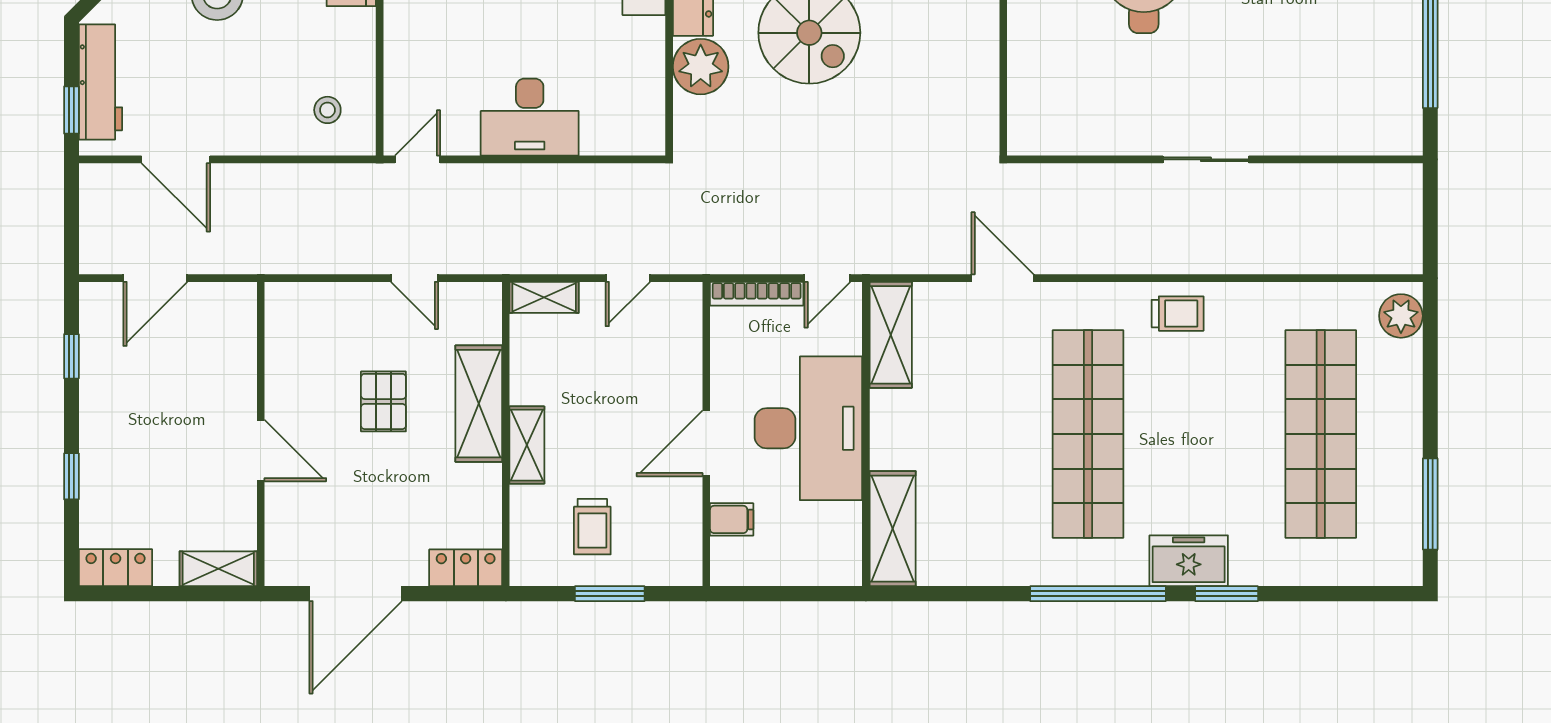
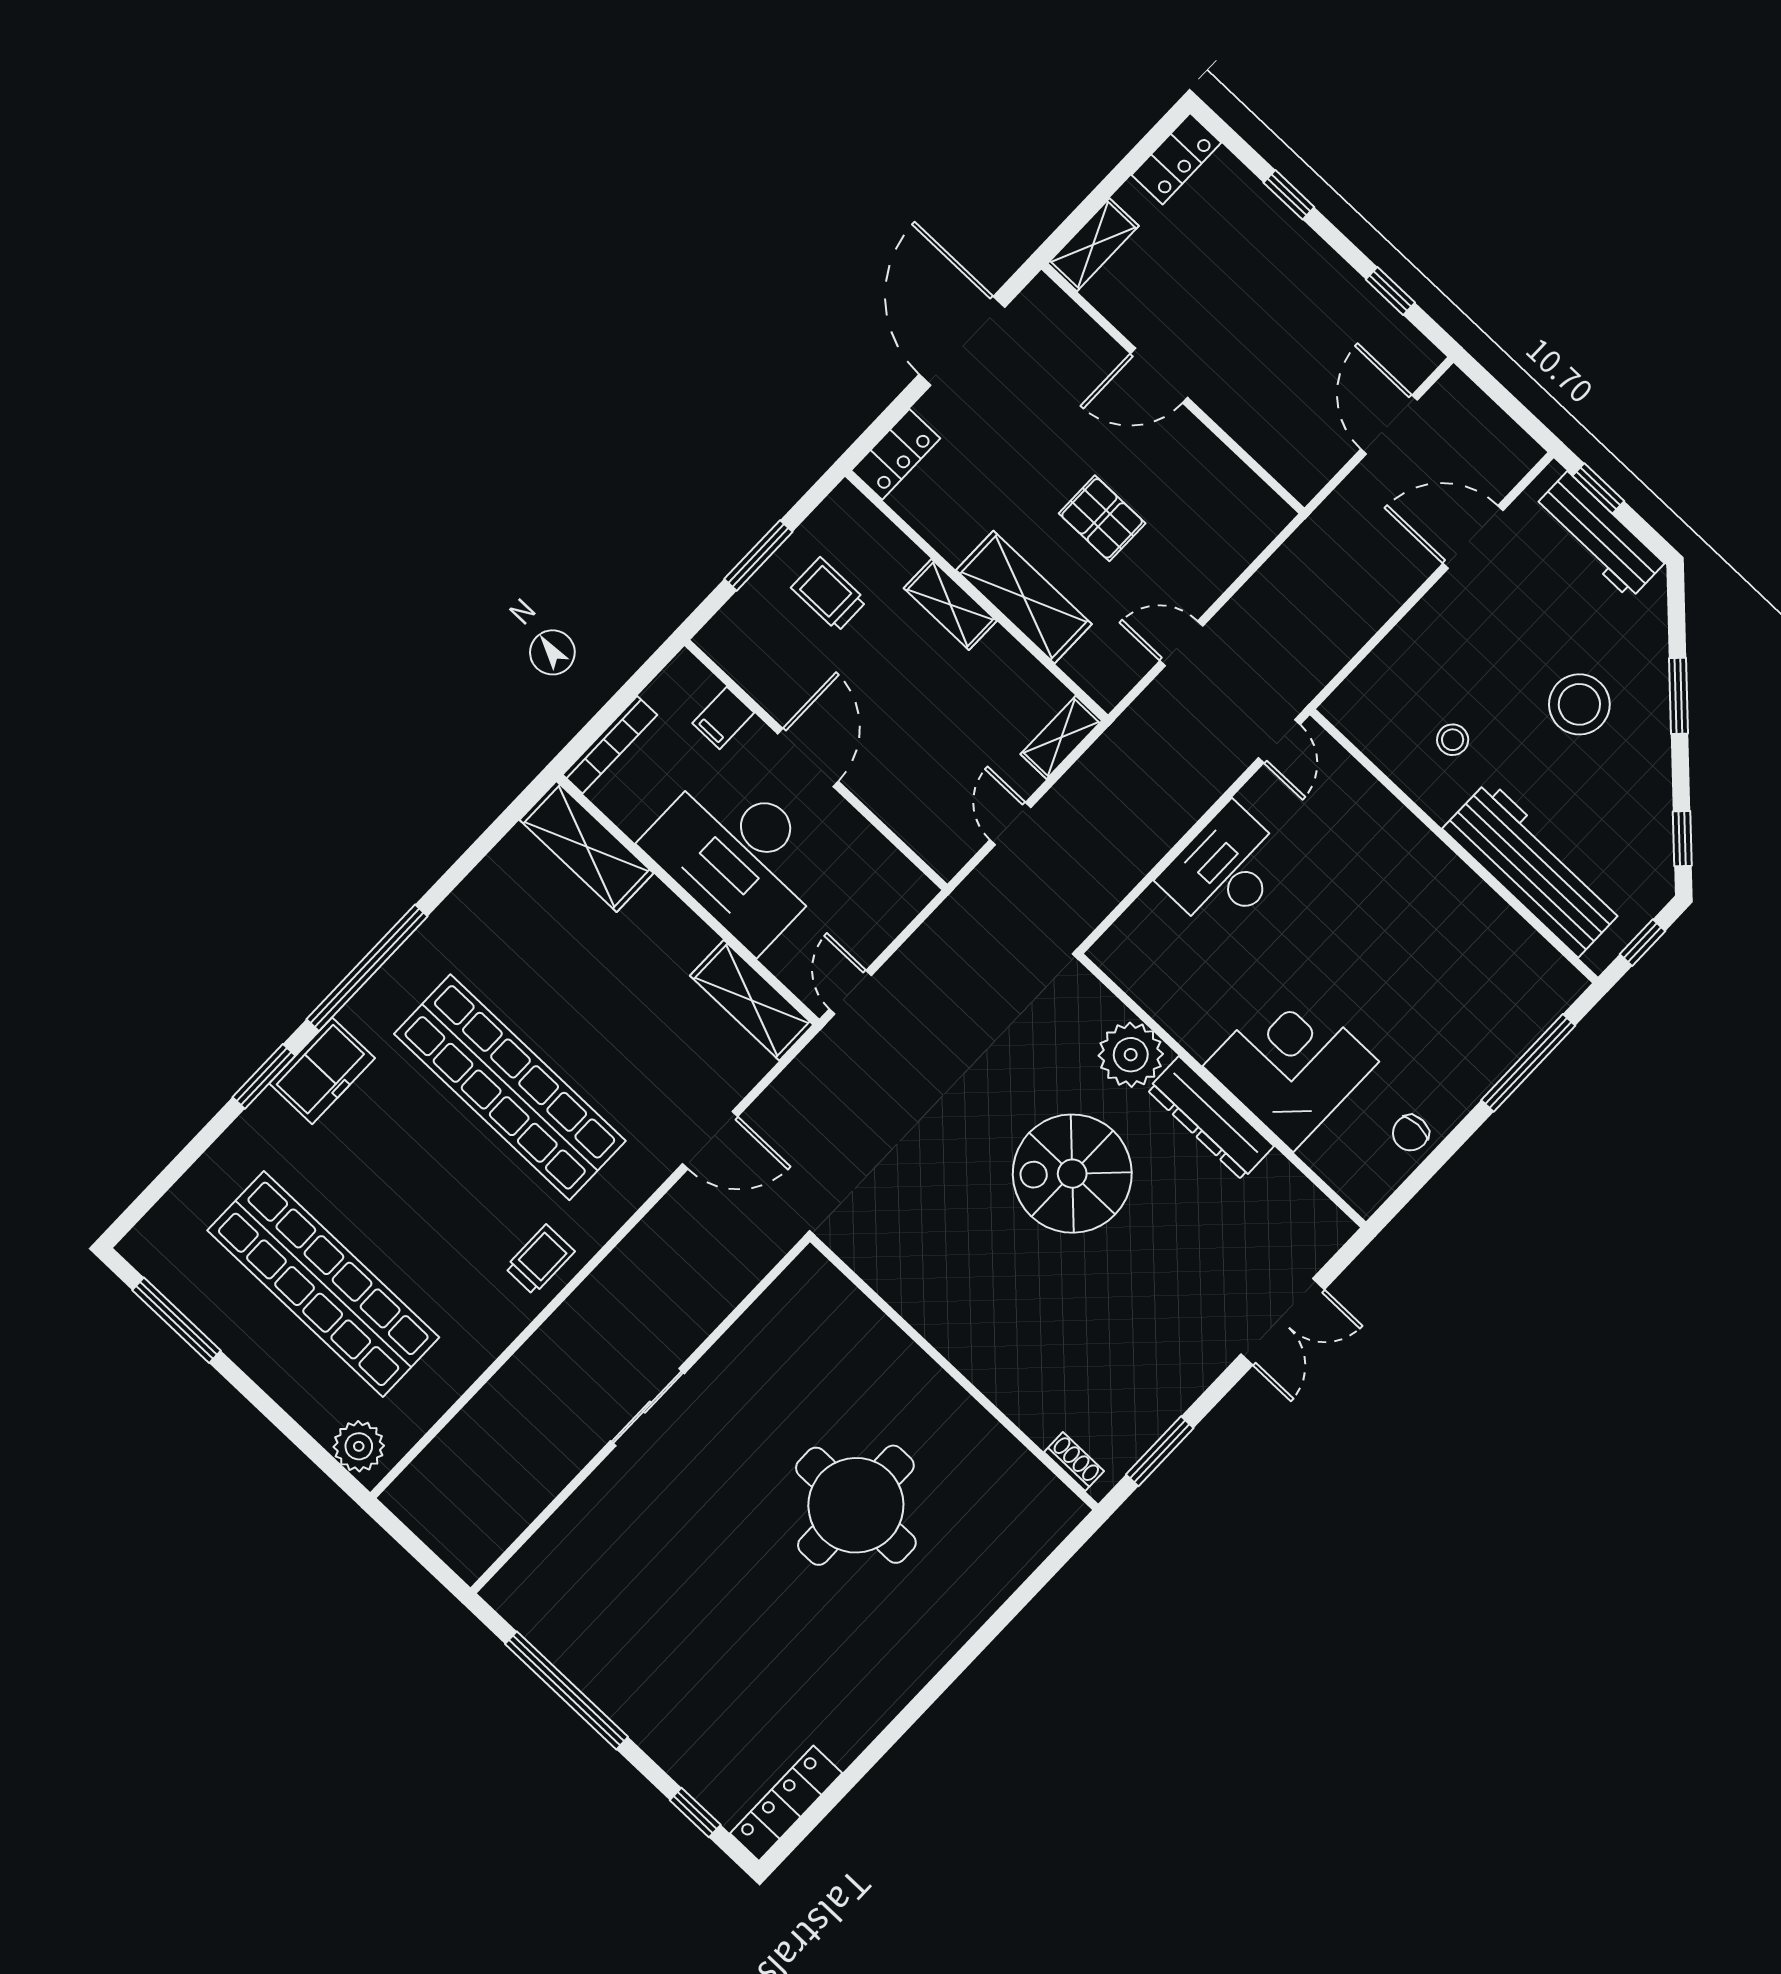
stool: (327, 110) -> (1453, 740), moved
bookcase: (757, 294) -> (610, 745), moved, turned 180
trolley: (1178, 314) -> (540, 1260), turned 180

